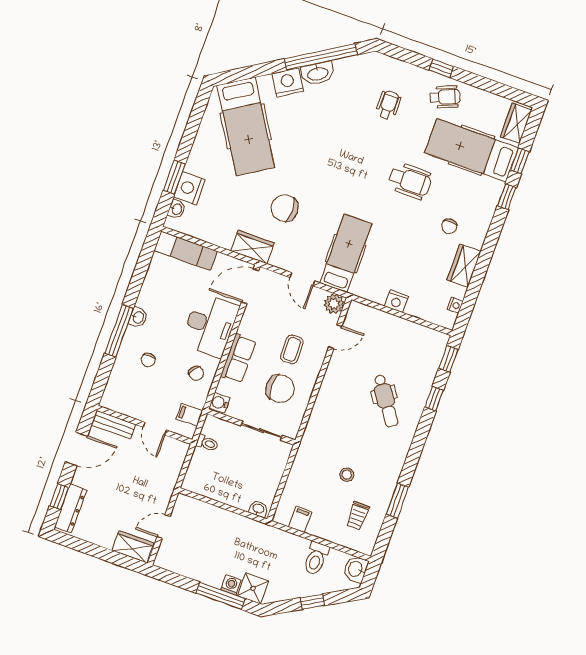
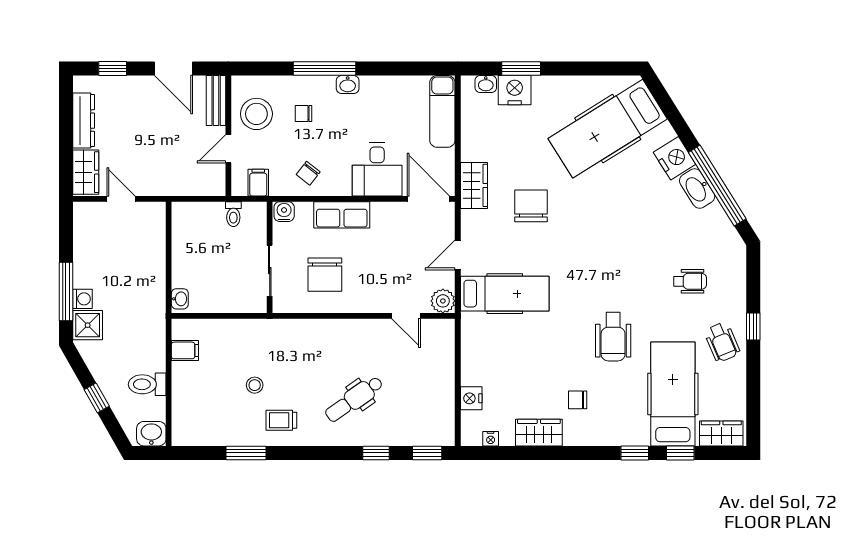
nightstand: (396, 301) -> (471, 398), moved
desk: (210, 325) -> (377, 169), width x0.73
coffee table: (292, 349) -> (374, 272), removed
stool: (135, 397) -> (256, 114), added
dresser: (71, 508) -> (84, 121), moved, turned -90
trolley: (357, 516) -> (281, 420), moved

